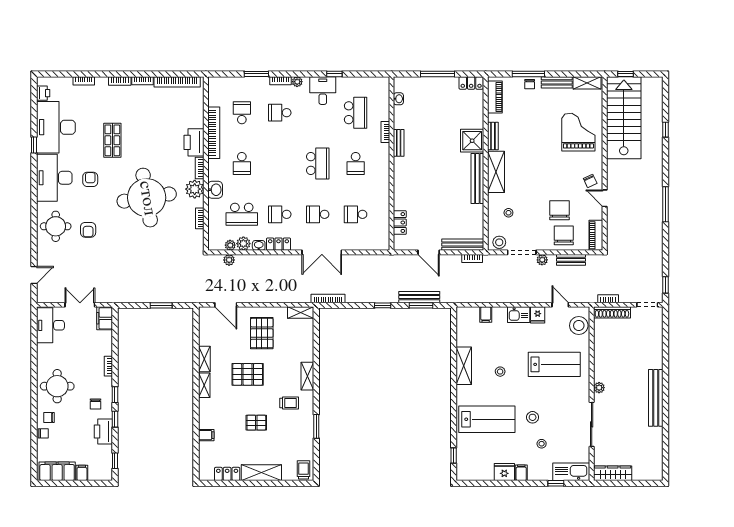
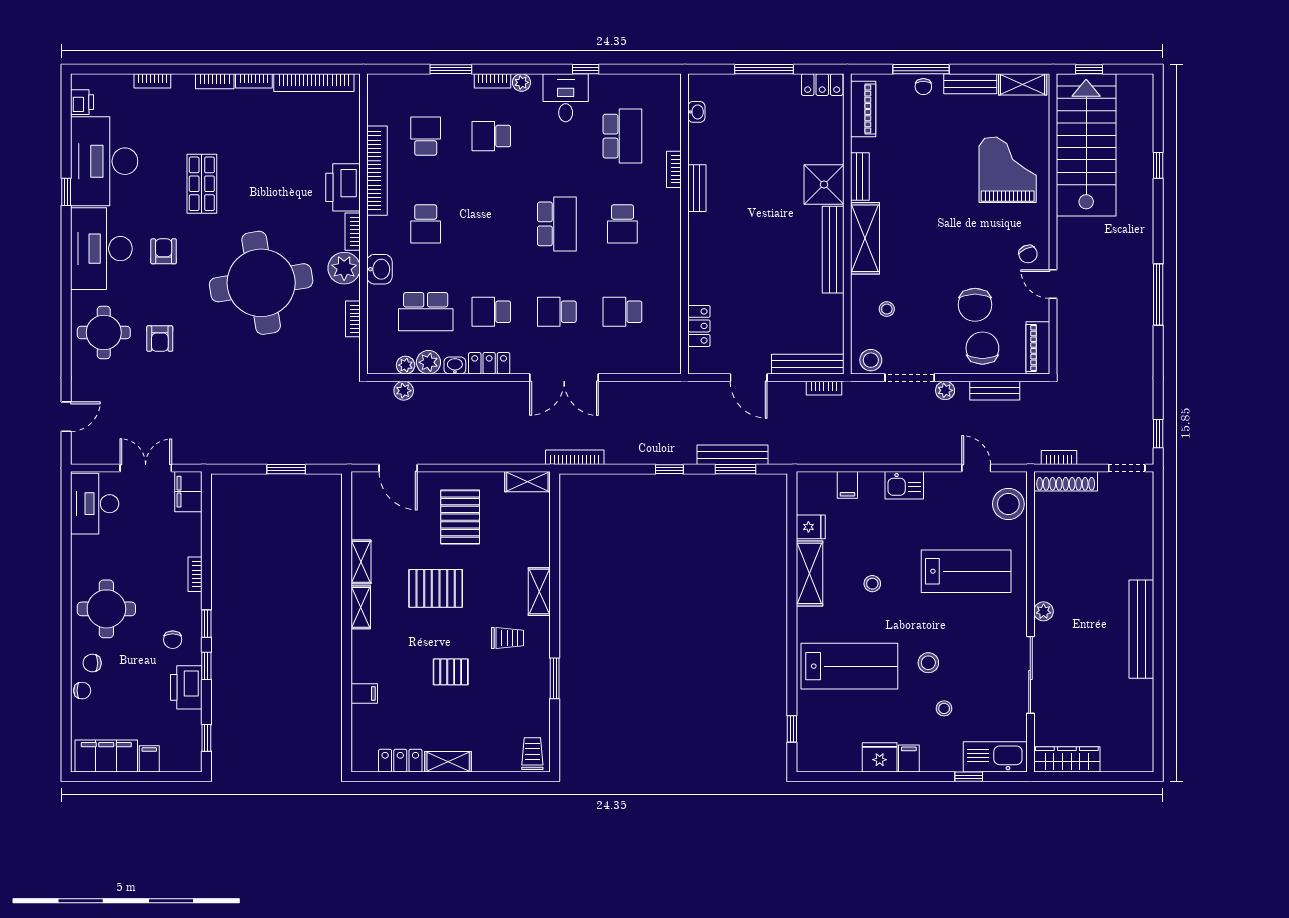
chair: (560, 210) -> (975, 305), turned 180
fridge: (538, 315) -> (811, 527), moved, turned -90
shelving: (261, 473) -> (448, 762), width x0.67, depth x0.75

